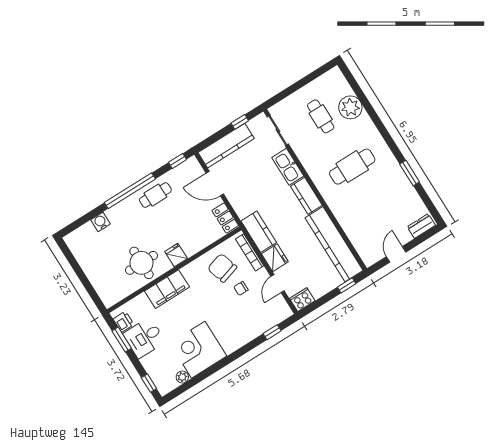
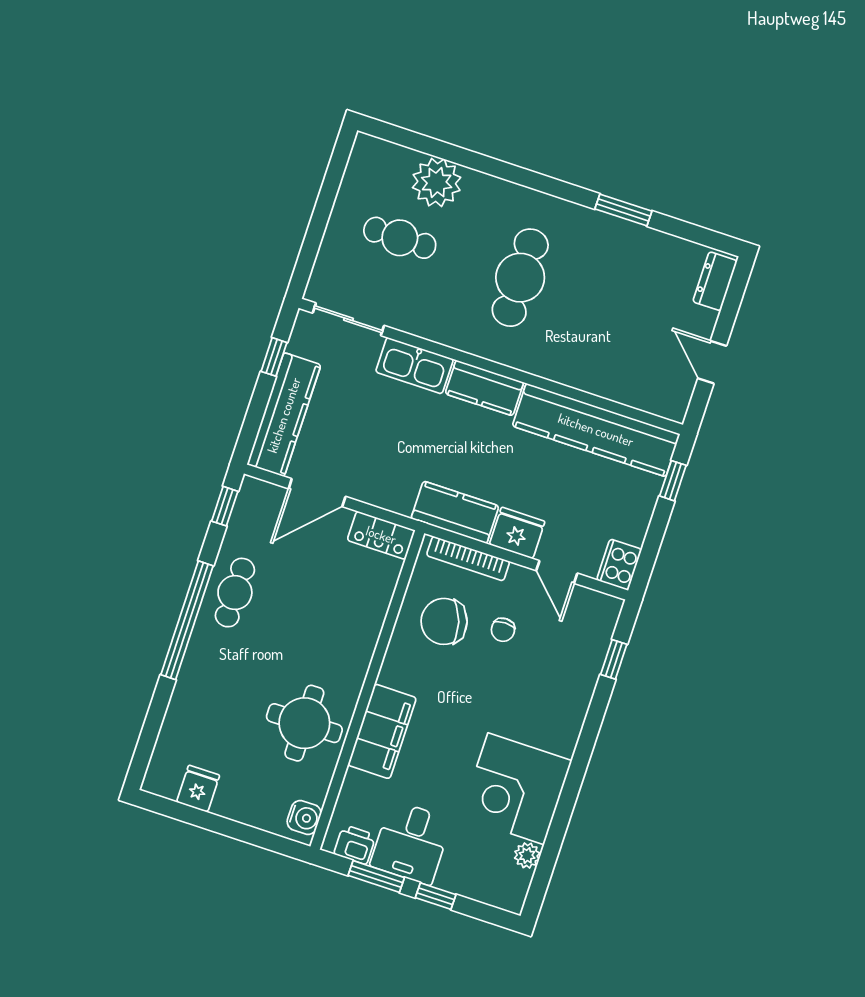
water cooler: (101, 222) -> (304, 818), moved, turned 180
fridge: (176, 255) -> (198, 789), moved, turned 90
window: (149, 383) -> (436, 896), moved

